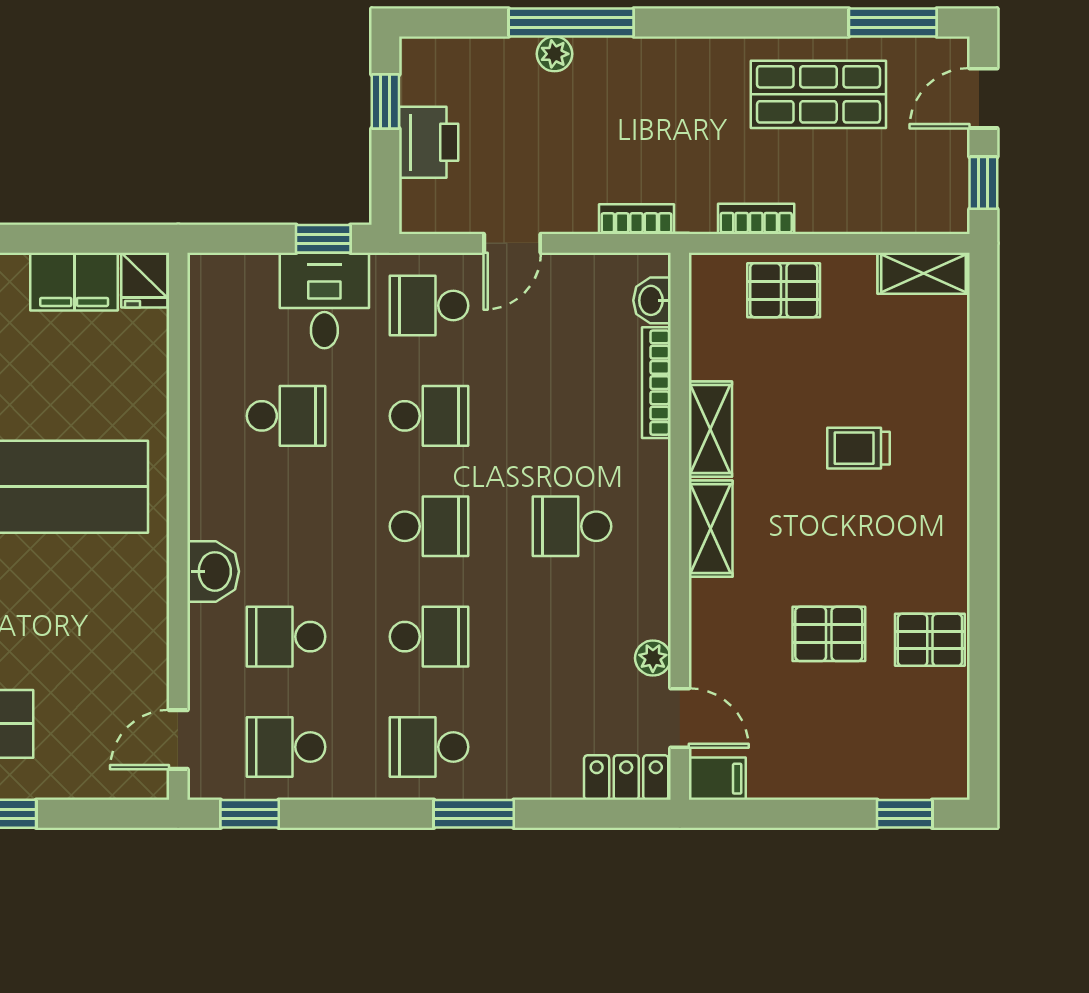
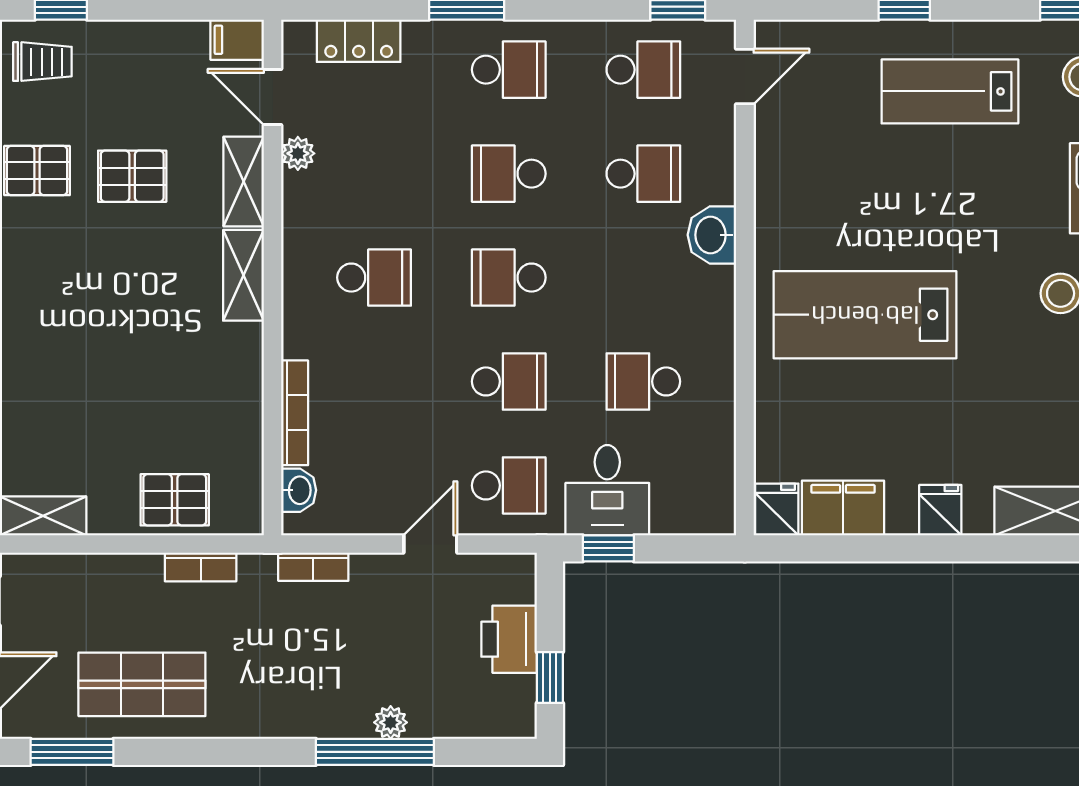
school desk: (429, 416) -> (509, 381), turned 180
shelving: (710, 429) -> (244, 182), moved
trolley: (858, 448) -> (42, 62), moved
locker: (626, 778) -> (359, 41), moved

